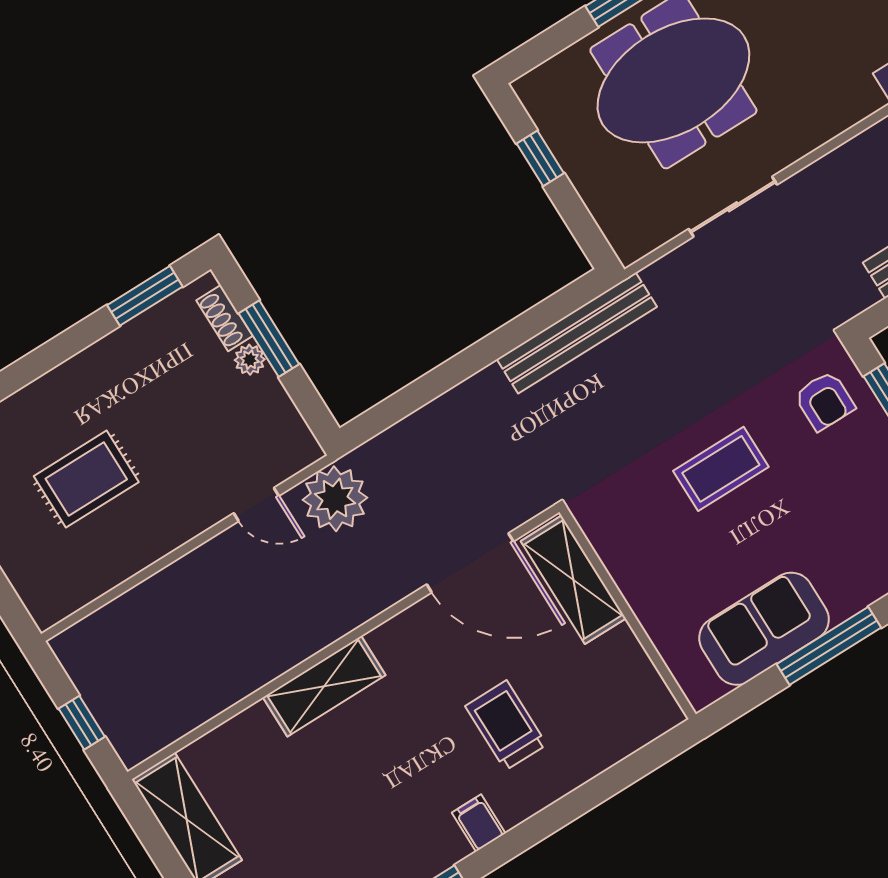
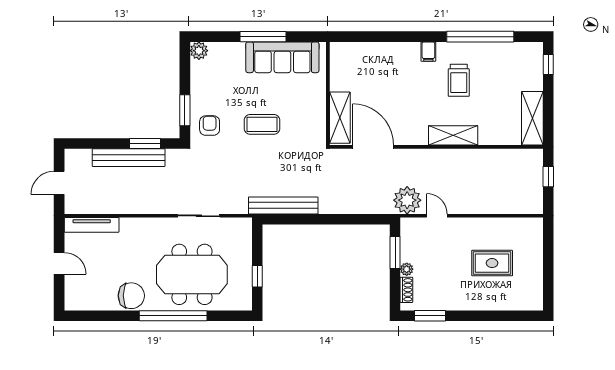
window: (269, 339) -> (395, 252), moved
sofa: (764, 629) -> (282, 57), width x1.36
trolley: (506, 725) -> (459, 80), moved

